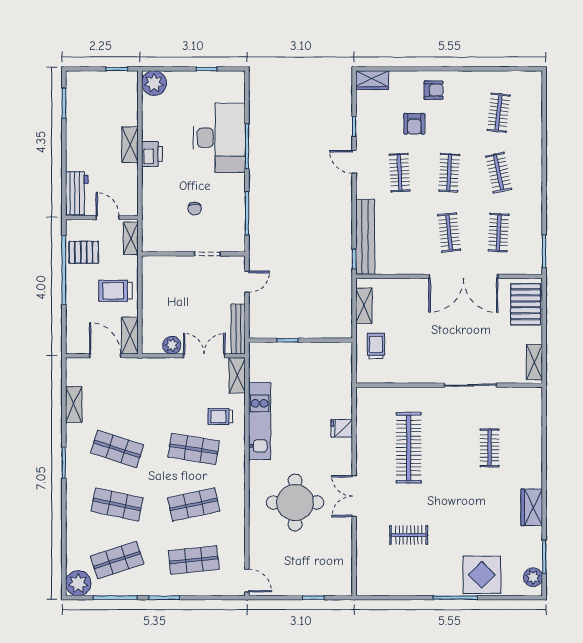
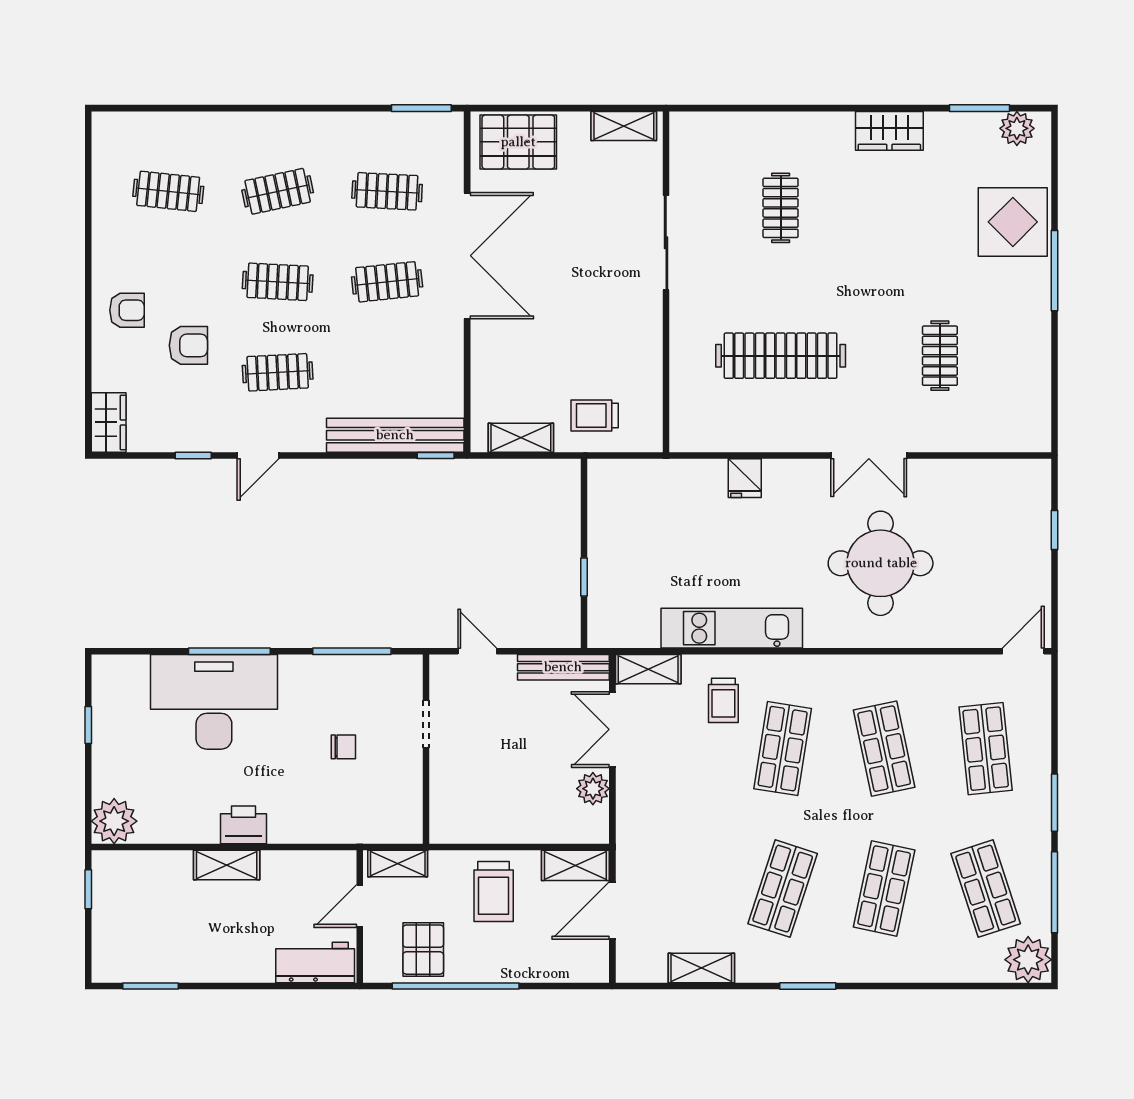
armchair: (434, 90) -> (127, 310), turned 90
clothes rail: (490, 448) -> (781, 208), turned 90

